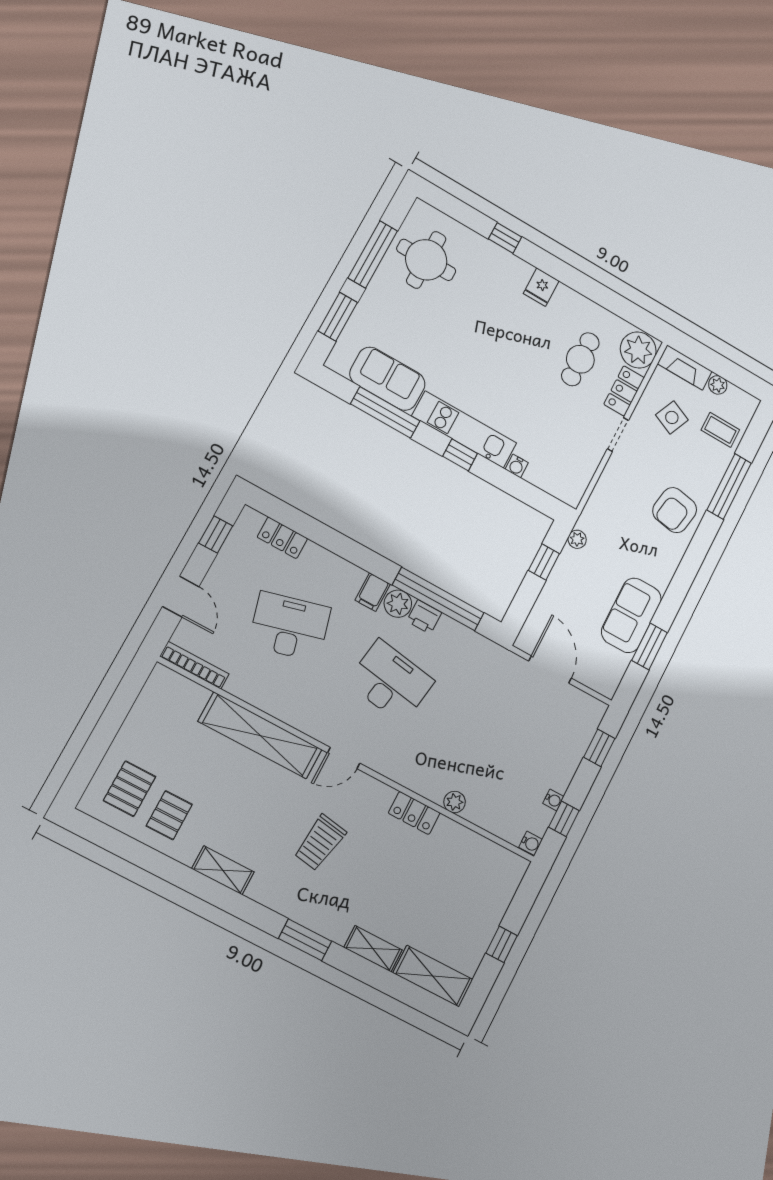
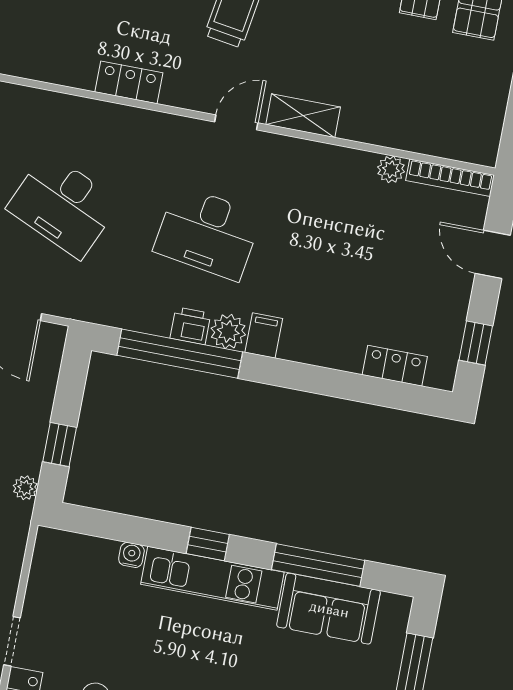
desk: (290, 627) -> (63, 205), moved, turned 39
shelving: (260, 735) -> (303, 116), width x0.45, depth x0.75
plant: (455, 802) -> (391, 169), moved

